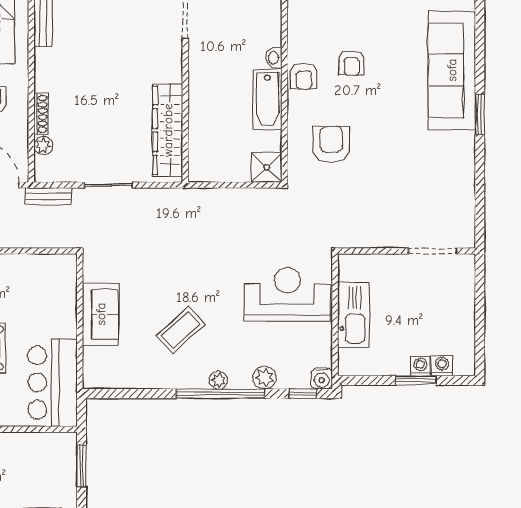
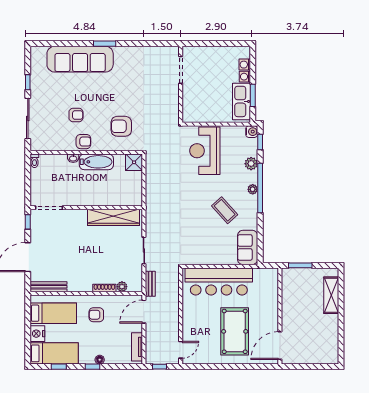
sofa: (101, 314) -> (248, 247), moved, turned -90
kitchen sink: (354, 315) -> (241, 101), moved, turned -90
window: (416, 380) -> (253, 95), moved
bar counter: (53, 382) -> (219, 281), moved, width x1.36

